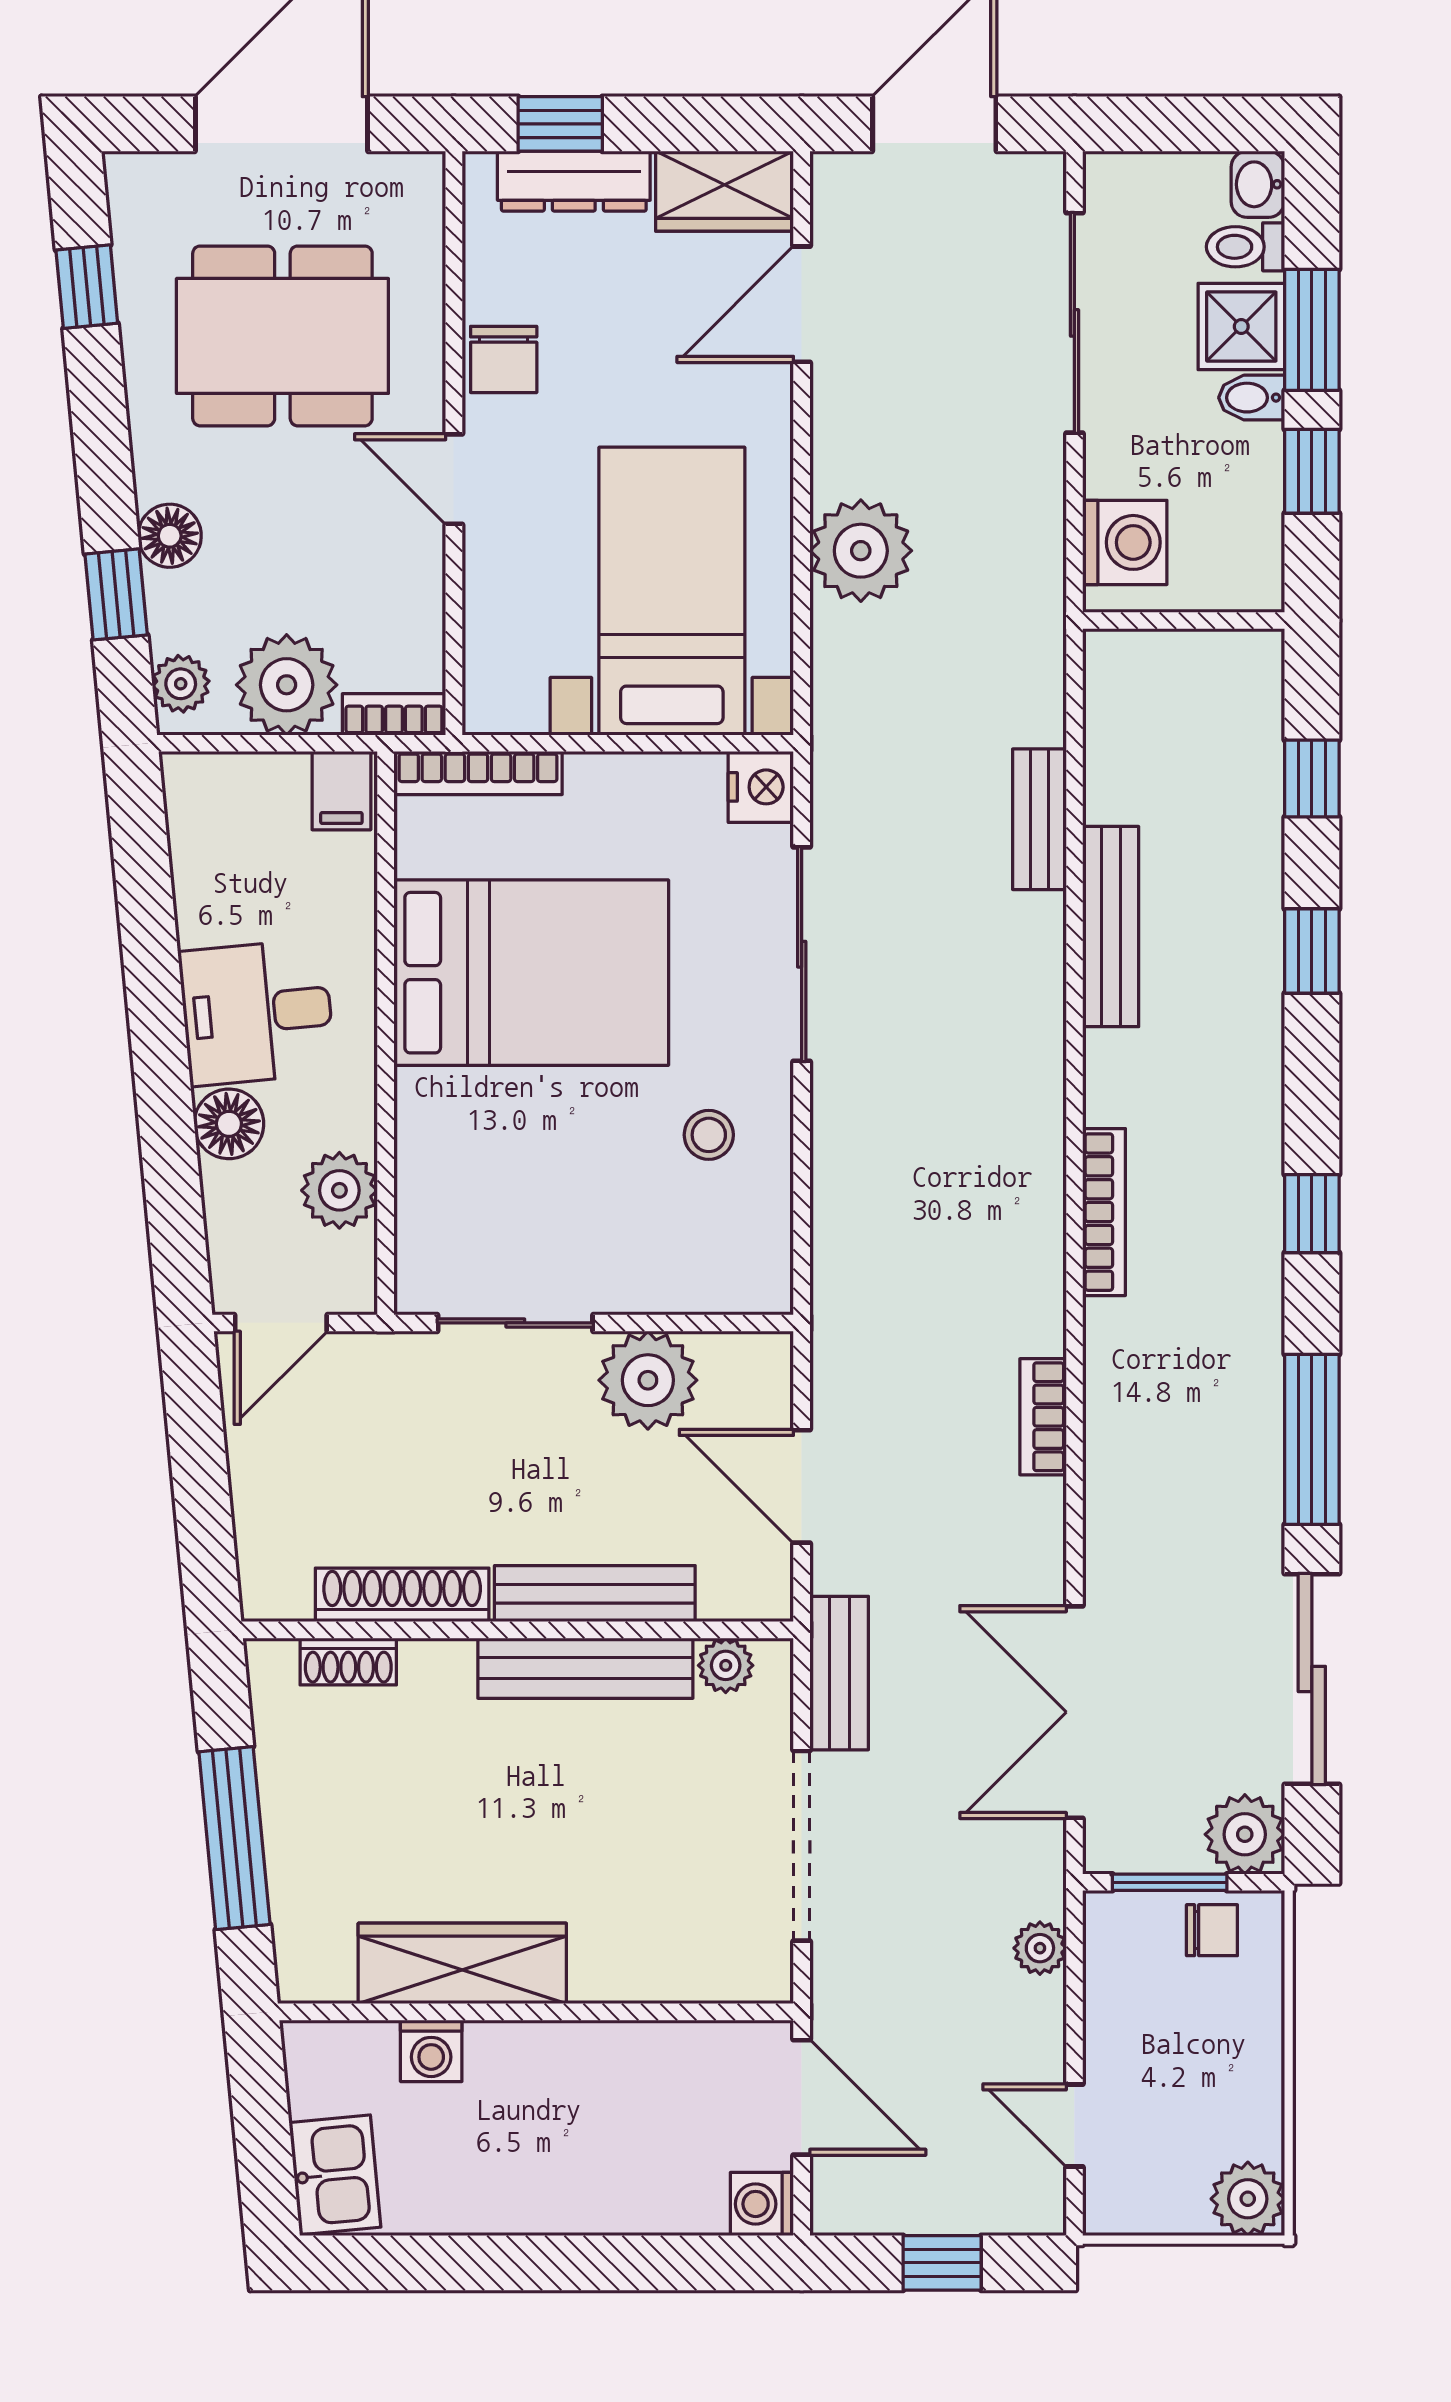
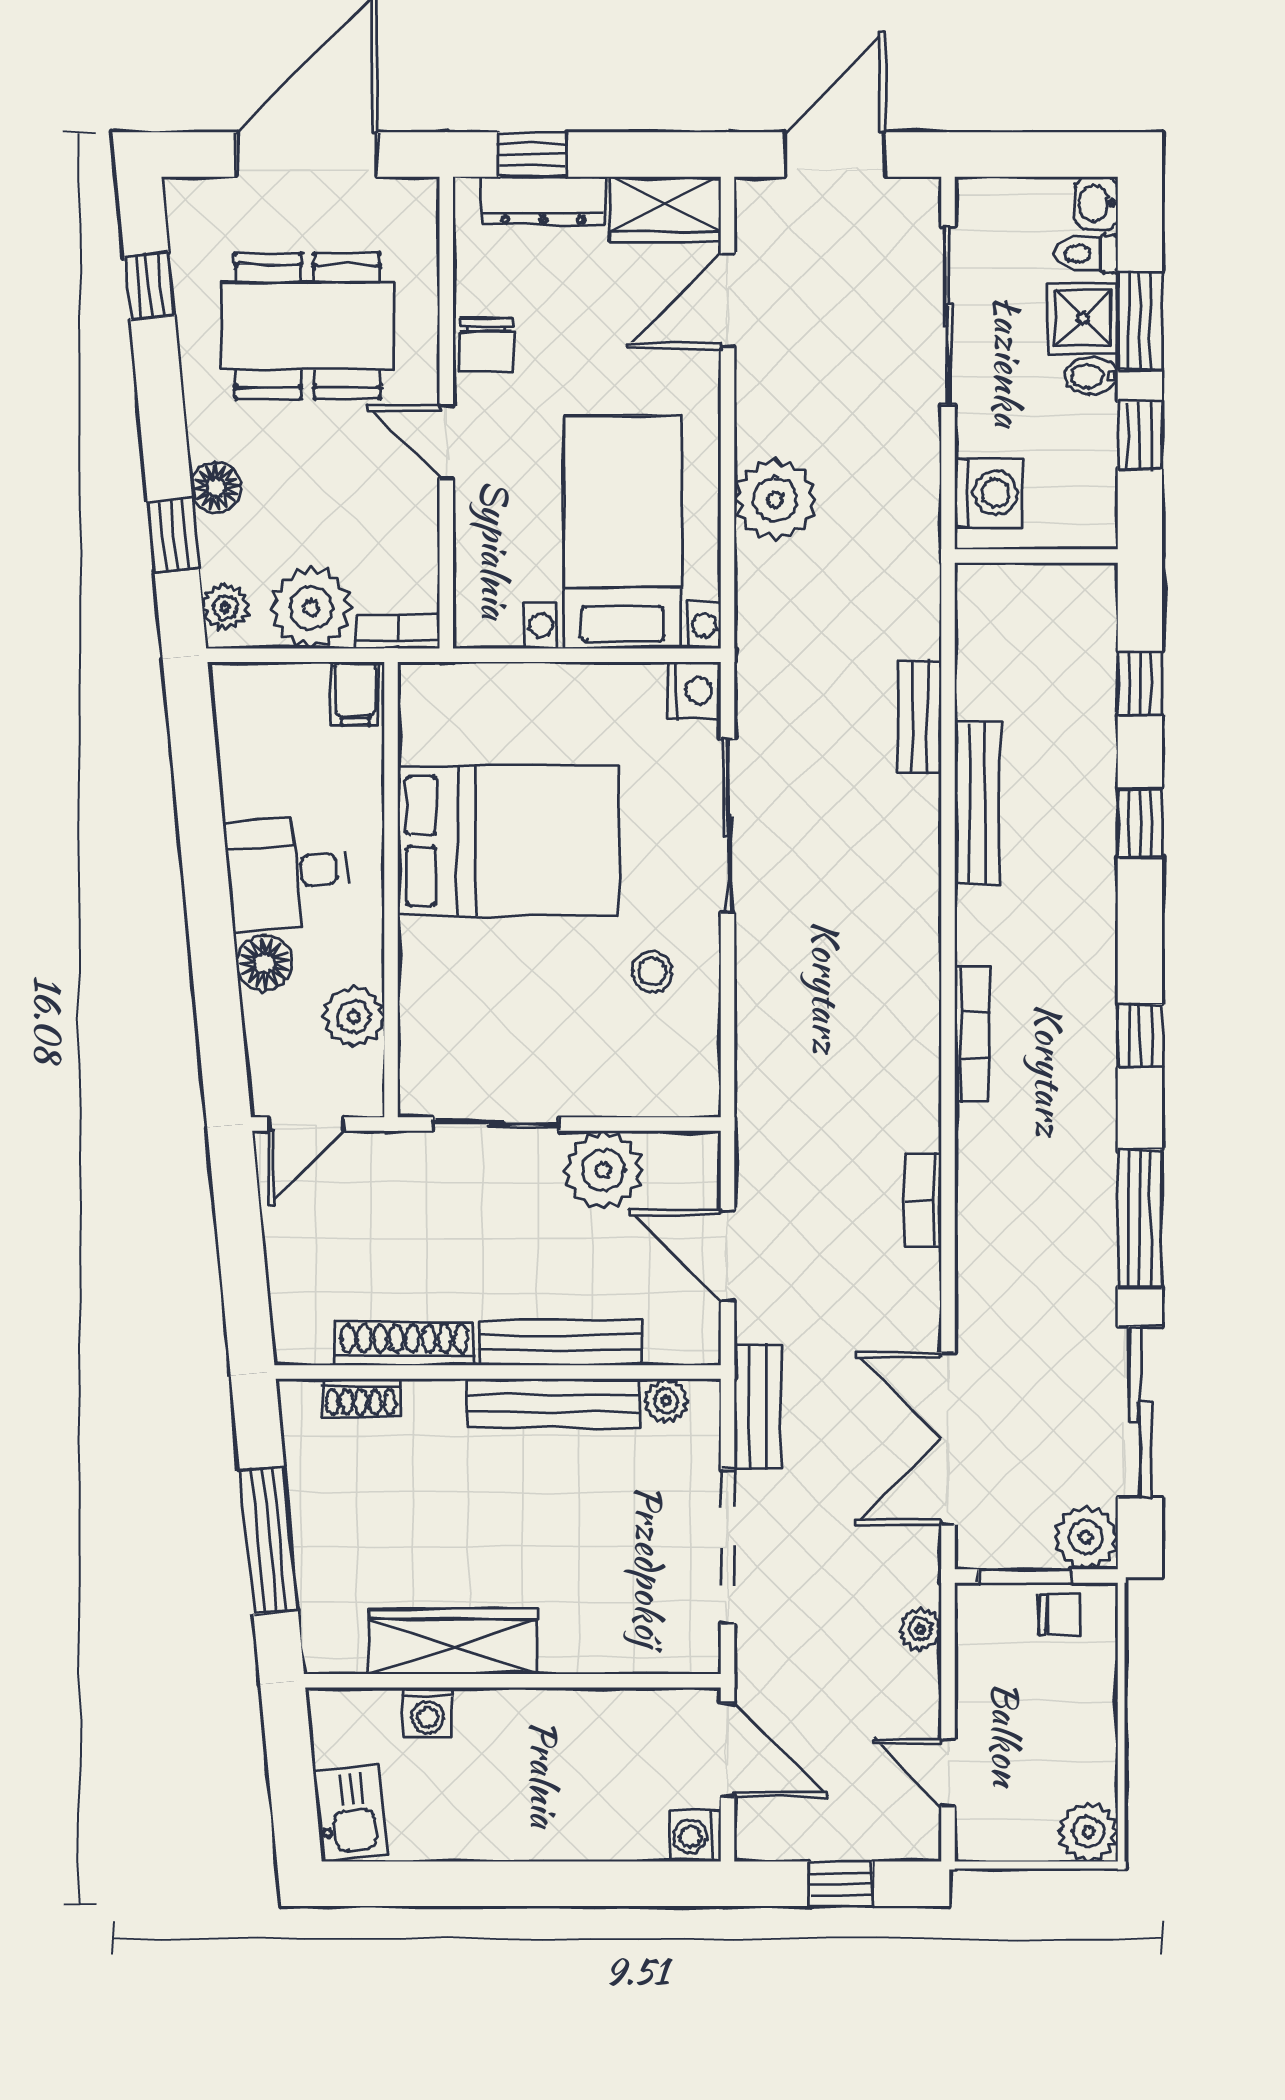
bookcase: (478, 773) -> (466, 679), removed

